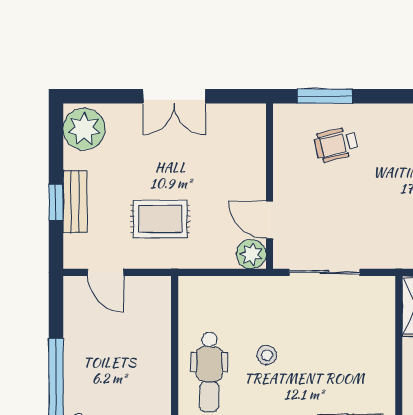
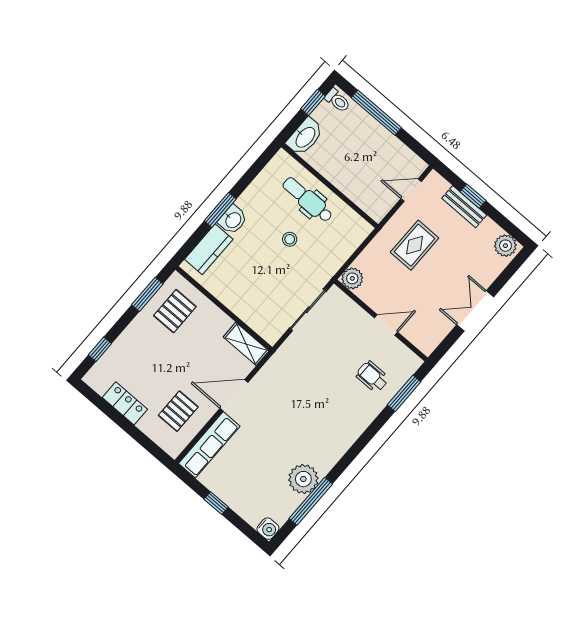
plant: (84, 129) -> (505, 246), width x0.73, depth x0.73
wheelchair: (336, 144) -> (372, 377), turned -77
door: (269, 220) -> (386, 325), moved

